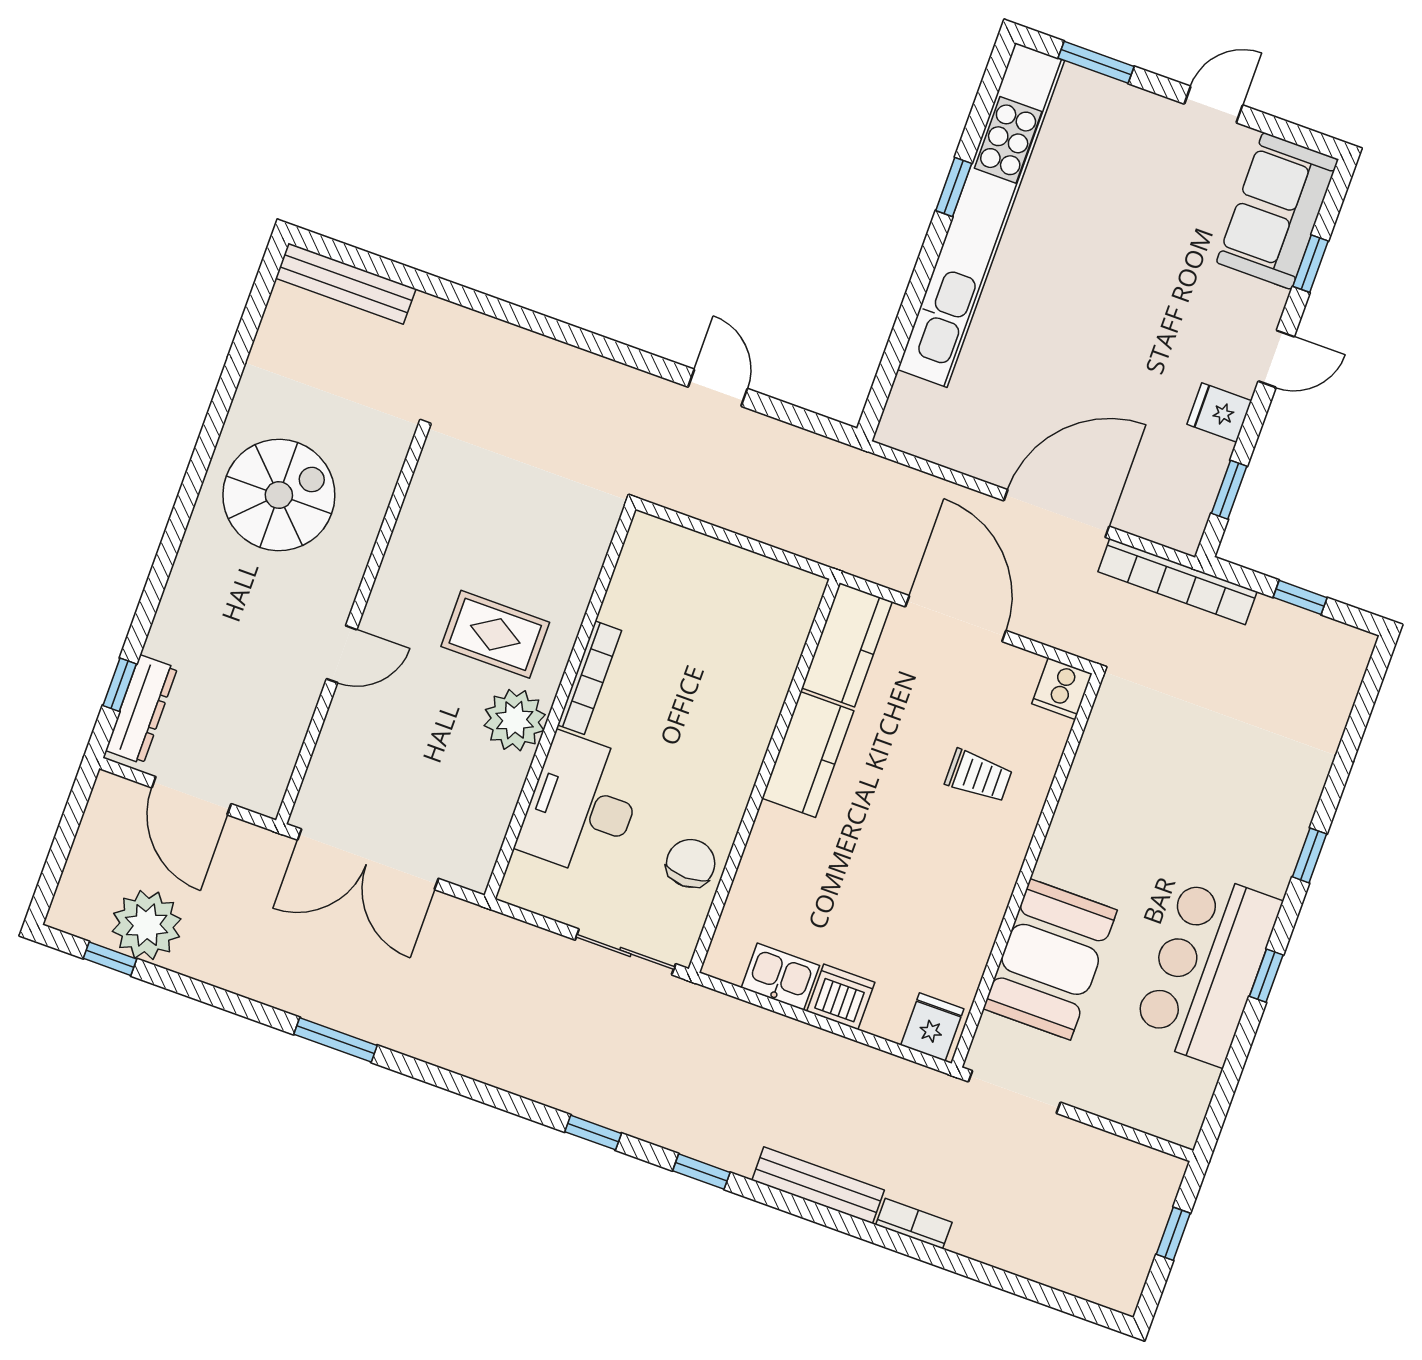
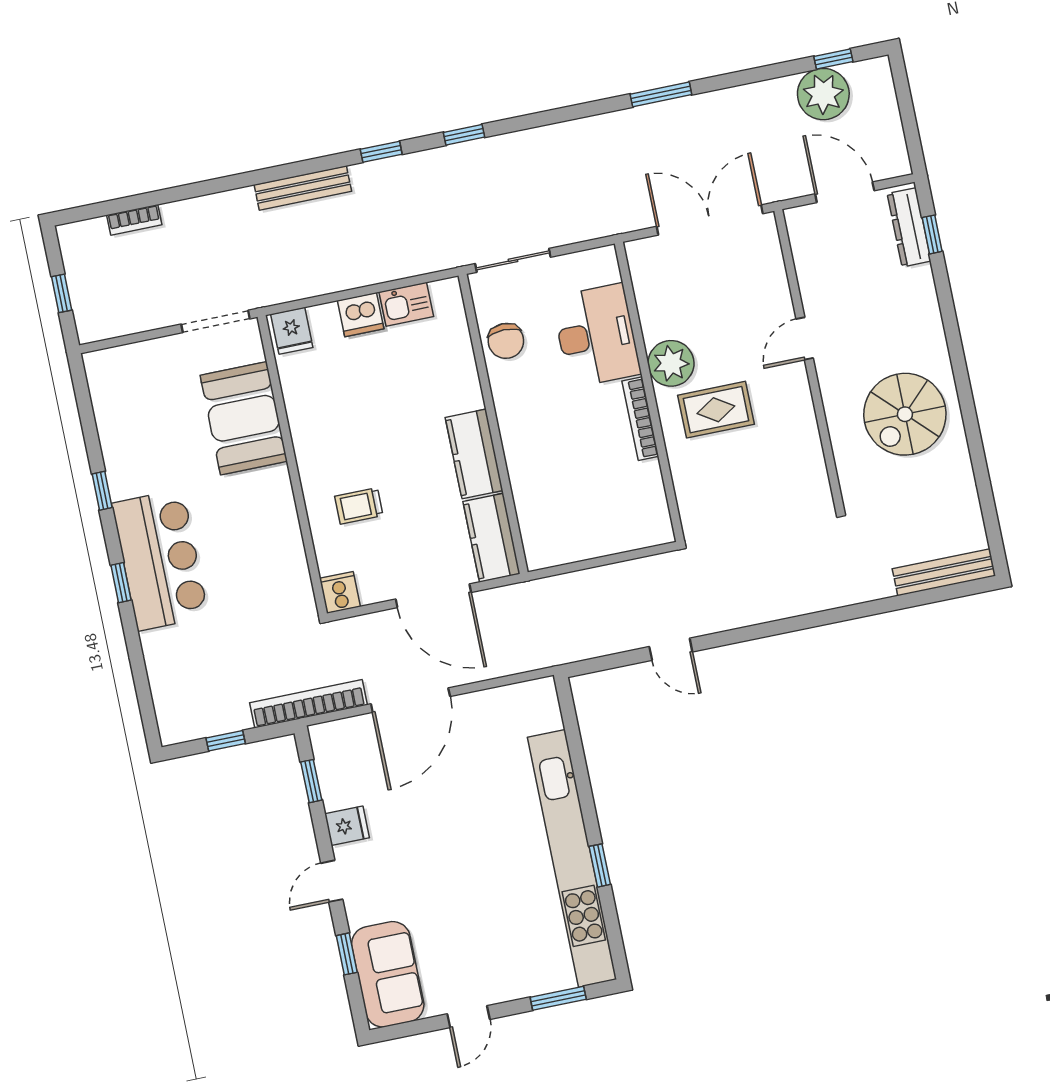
bar counter: (1207, 968) -> (160, 560), moved
bookcase: (914, 1224) -> (134, 220), moved

